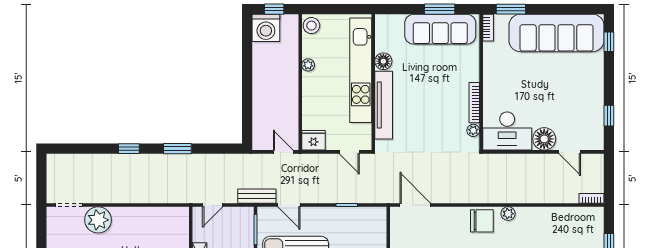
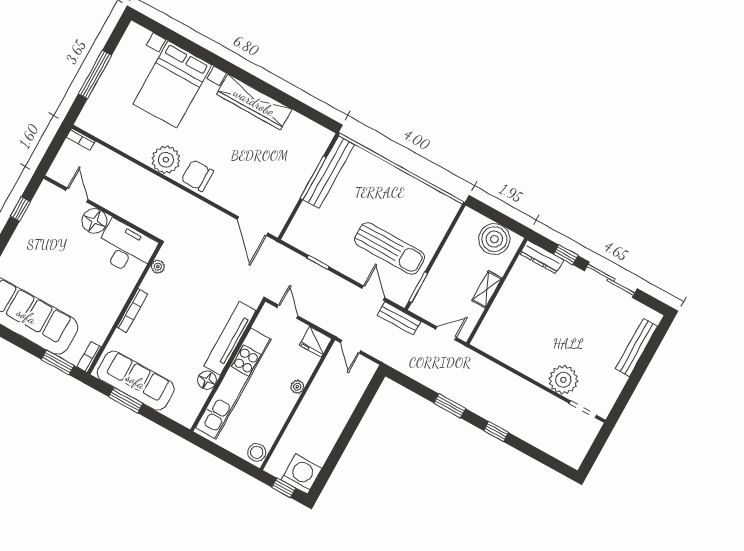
plant: (308, 65) -> (297, 387), moved
bookcase: (474, 103) -> (132, 311), moved
plant: (508, 214) -> (166, 160), width x1.87, depth x1.87

